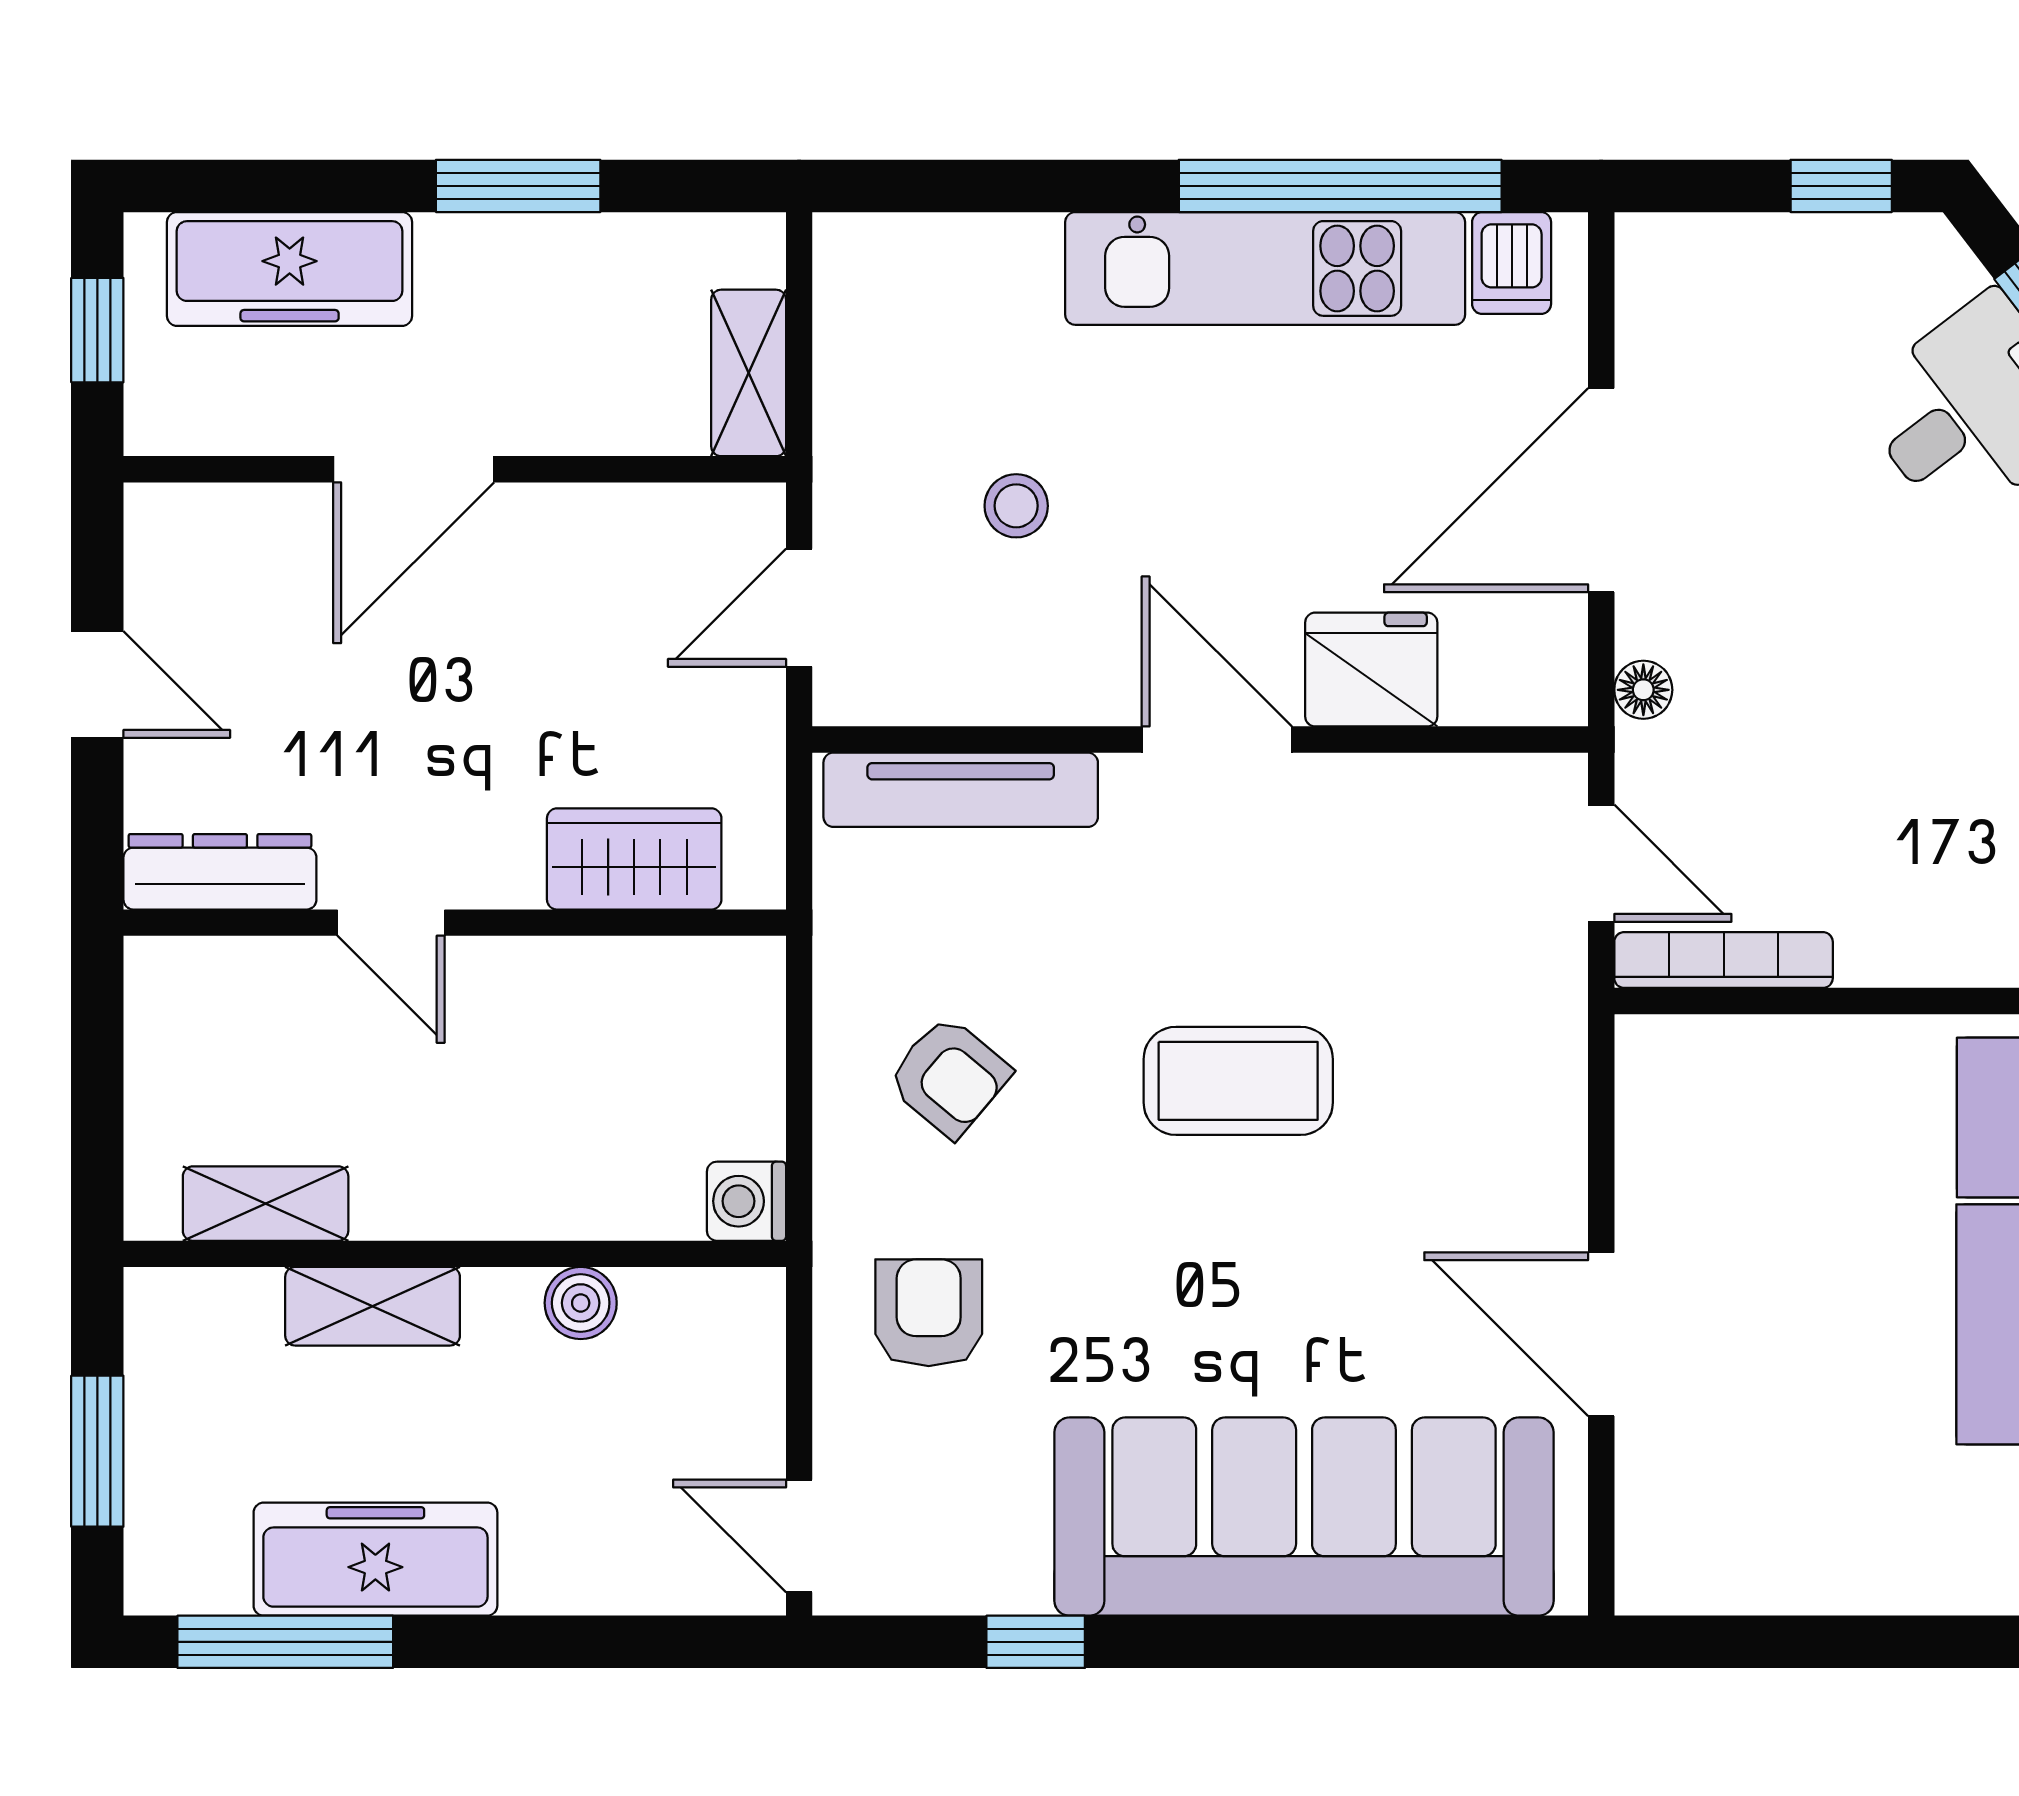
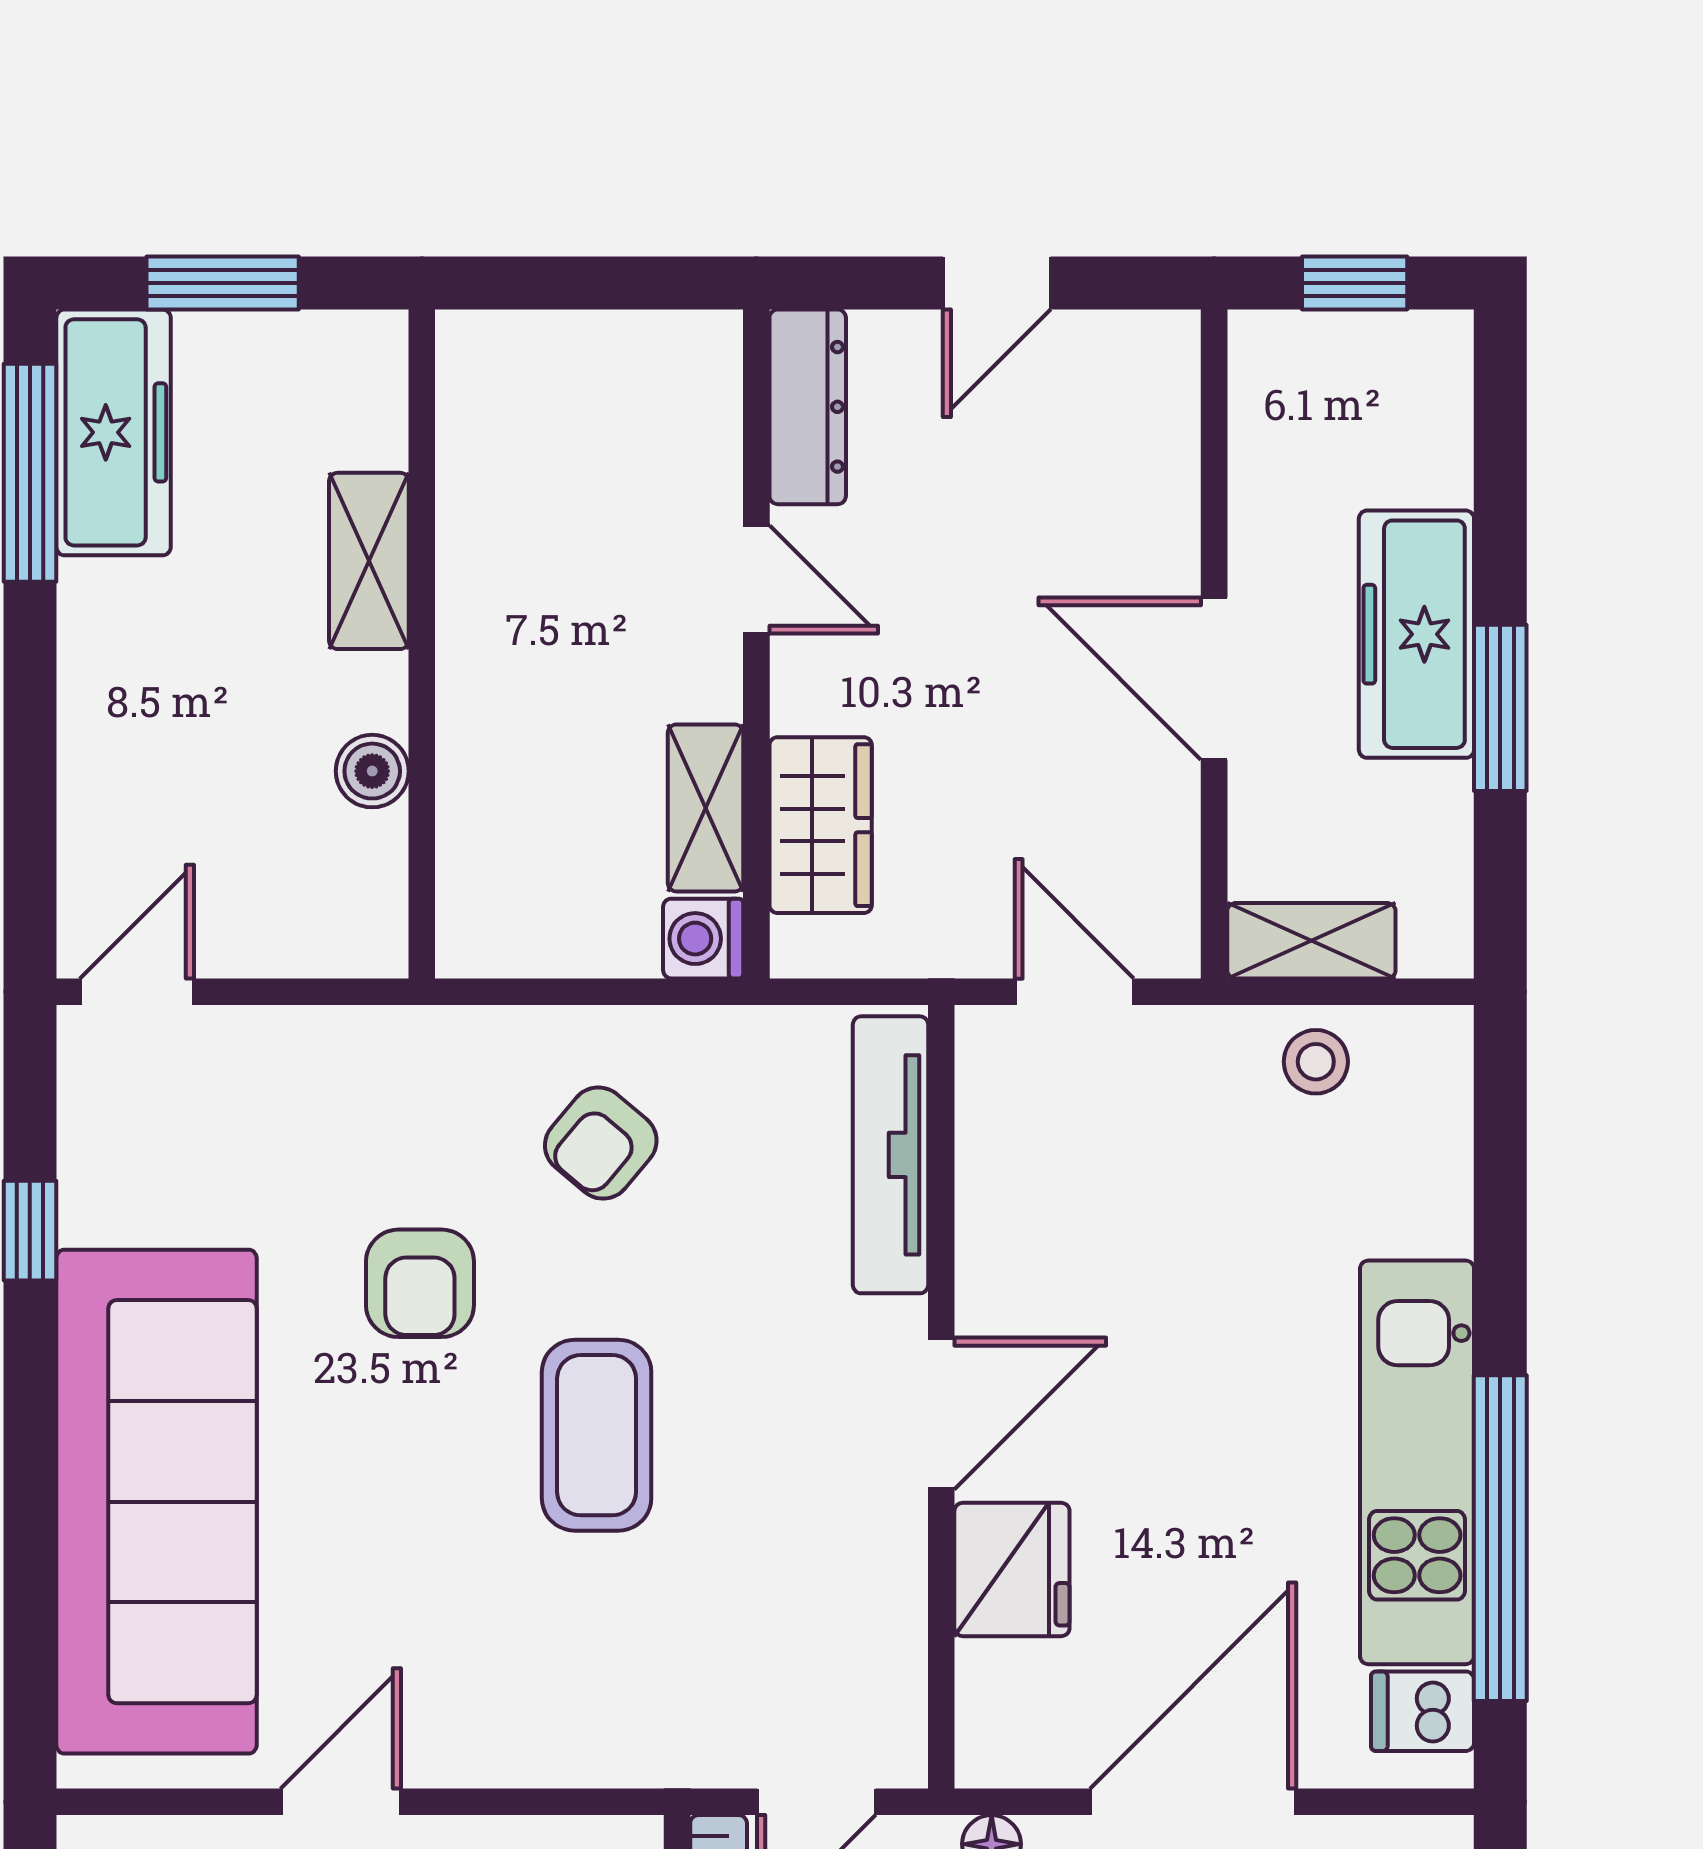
freezer: (290, 269) -> (1416, 634), moved
door: (414, 469) -> (1214, 679), moved
door: (1601, 490) -> (1193, 1802), hinge flipped
stool: (1016, 506) -> (1316, 1062), moved
door: (391, 923) -> (756, 580), swing flipped
washing machine: (746, 1201) -> (703, 939), moved, turned -90
shelving: (266, 1204) -> (706, 808), moved
armchair: (929, 1313) -> (420, 1283), moved, turned 90
door: (1601, 1334) -> (341, 1802), width x0.73
freezer: (375, 1559) -> (114, 432), moved

